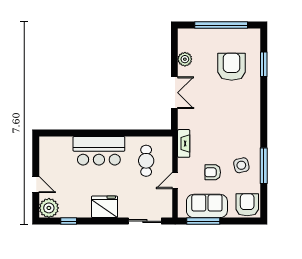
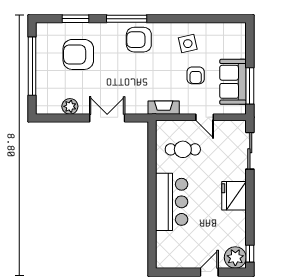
window: (264, 166) -> (127, 19), moved
armchair: (247, 205) -> (139, 40), moved
window: (69, 221) -> (250, 254), moved

